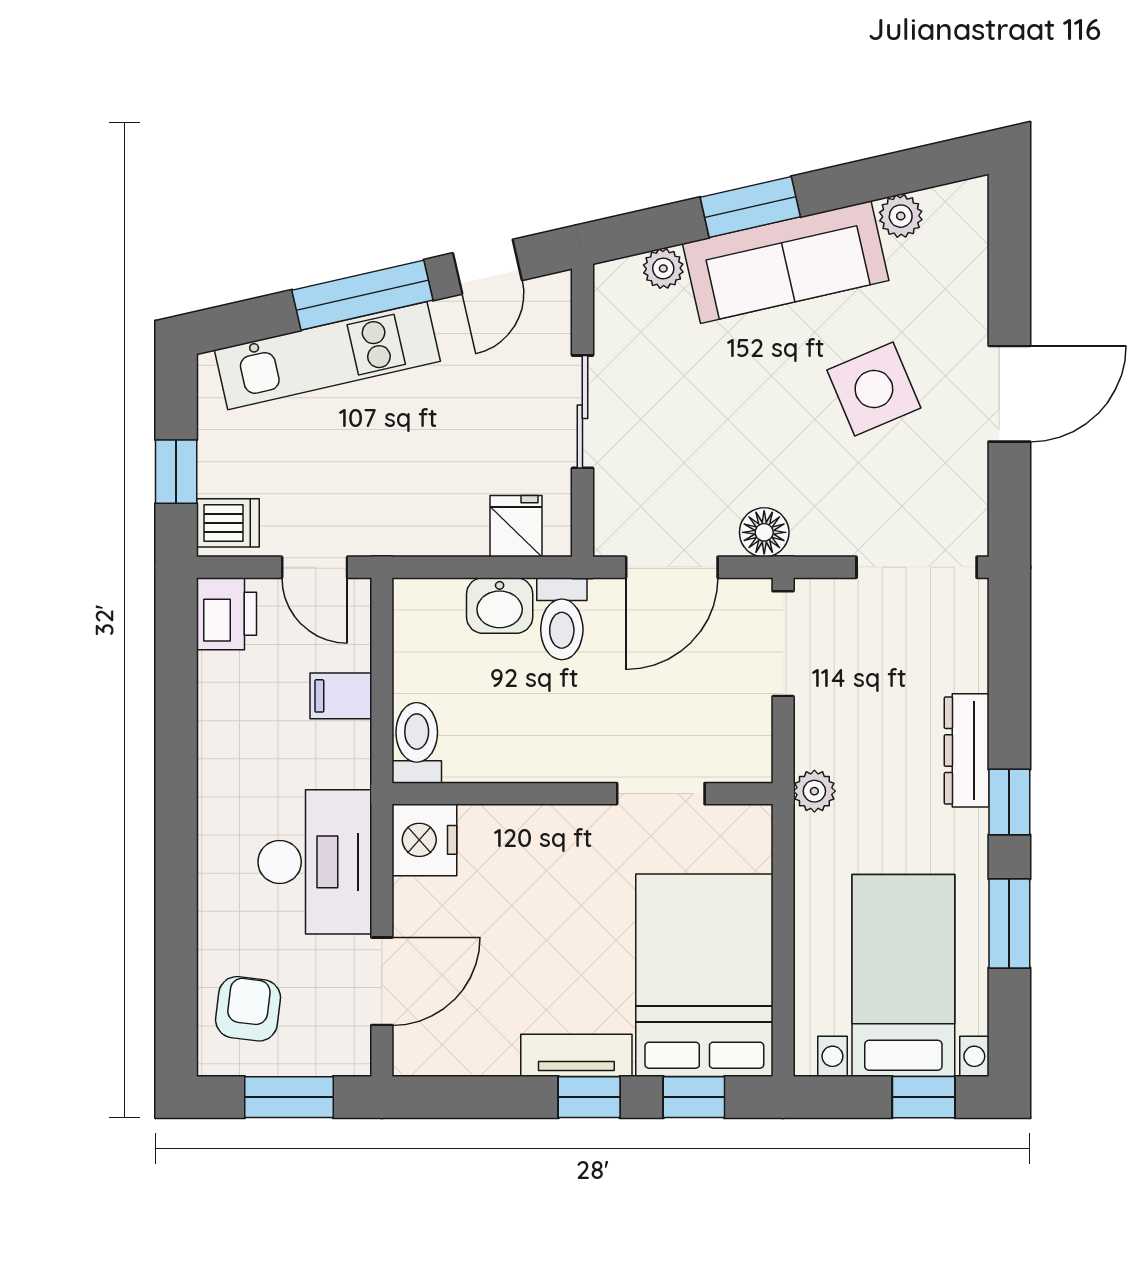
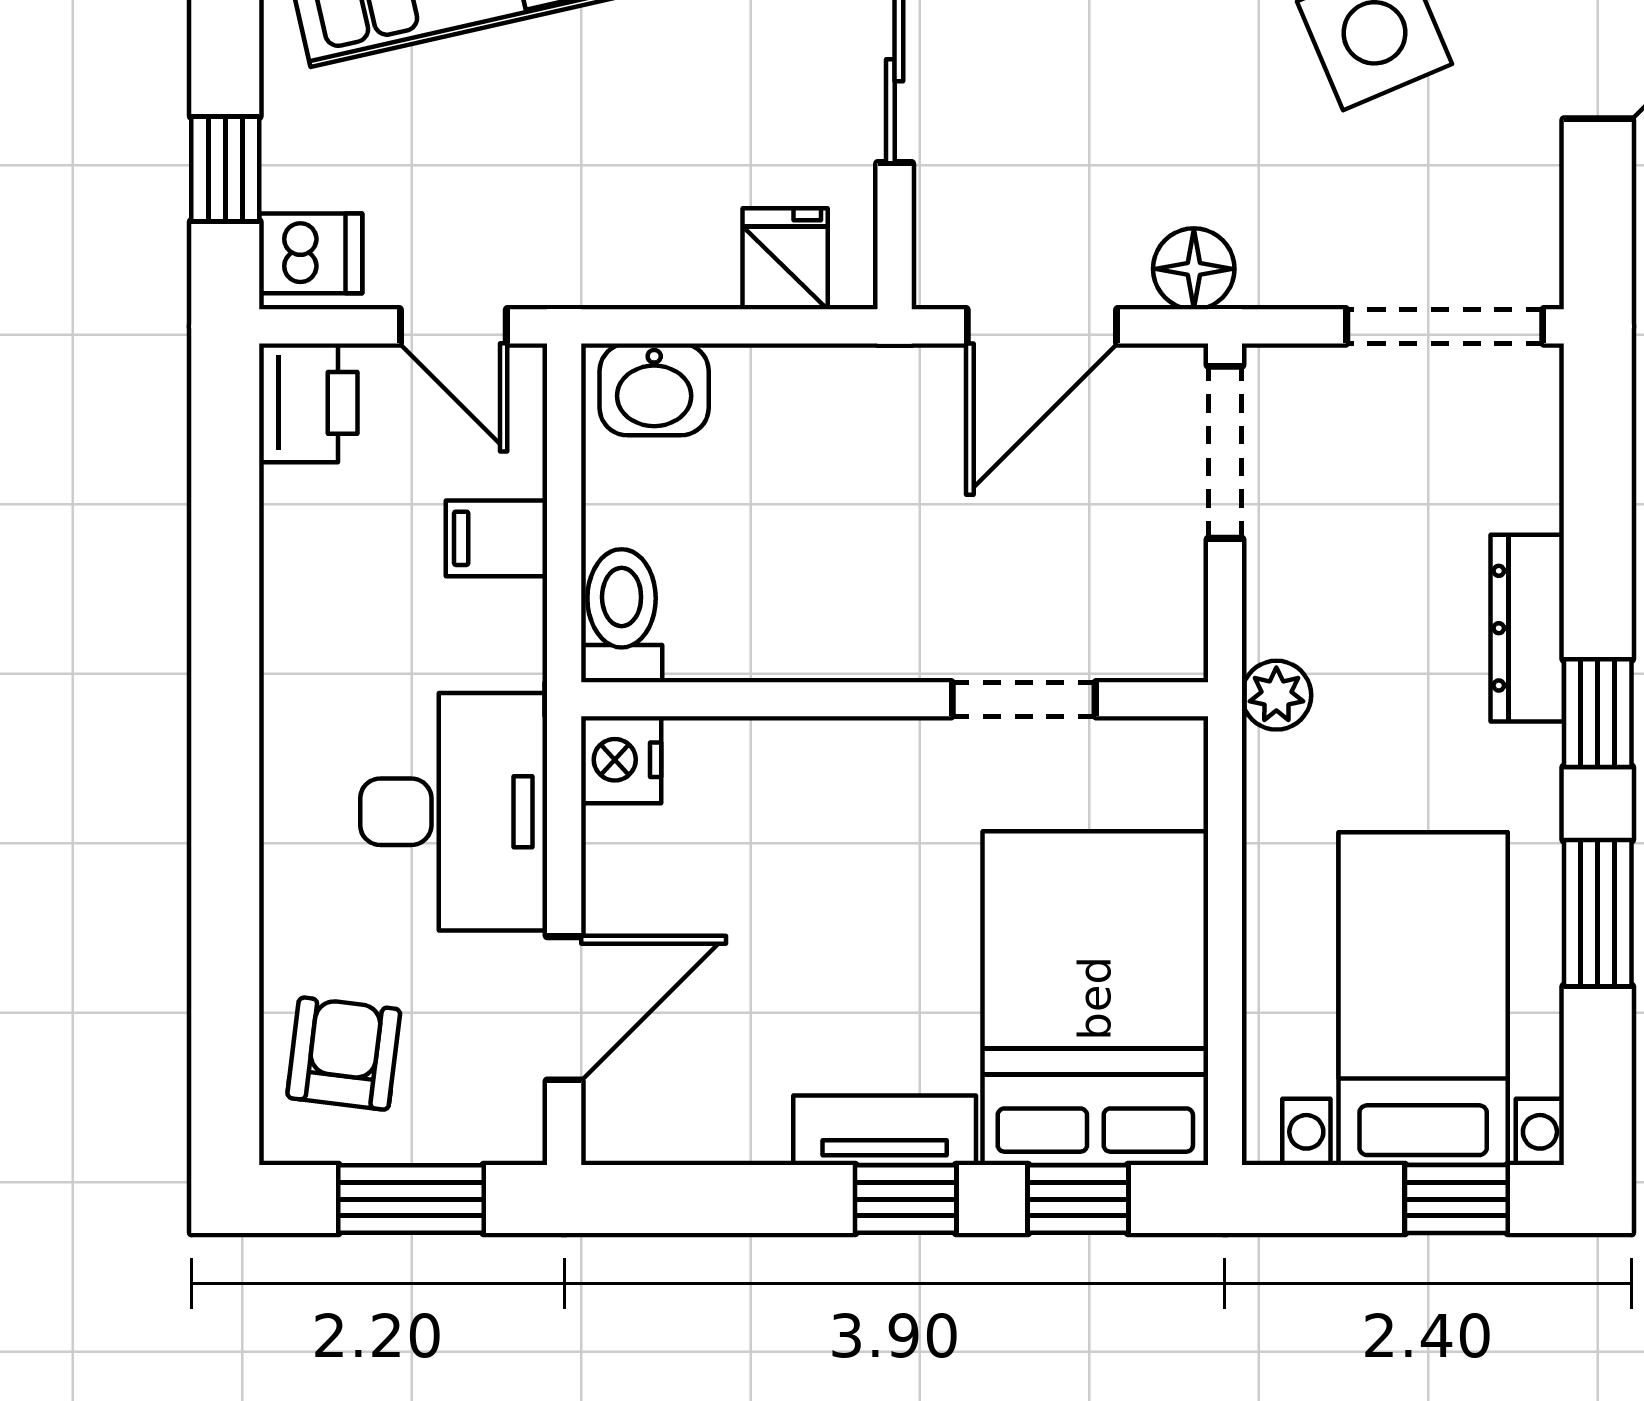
washbasin: (500, 606) -> (654, 389), moved
toilet: (562, 619) -> (860, 411), removed
nightstand: (424, 840) -> (621, 760), width x0.74, depth x0.75

